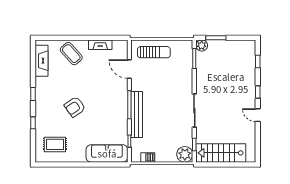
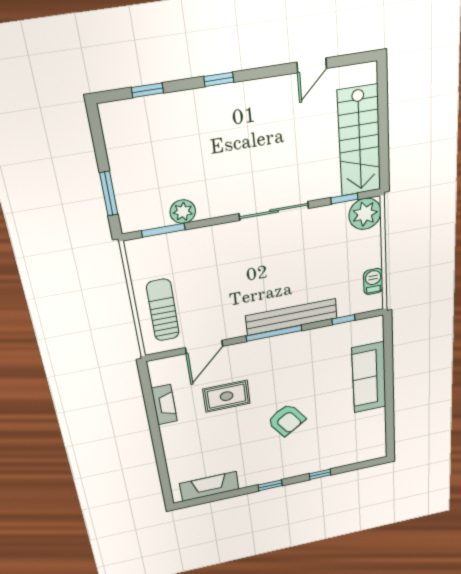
plant: (202, 46) -> (183, 212), moved
coffee table: (71, 54) -> (189, 446), removed
door: (258, 115) -> (312, 65), moved
rug: (55, 144) -> (227, 396), moved, turned 90
sofa: (107, 153) -> (369, 378), moved

